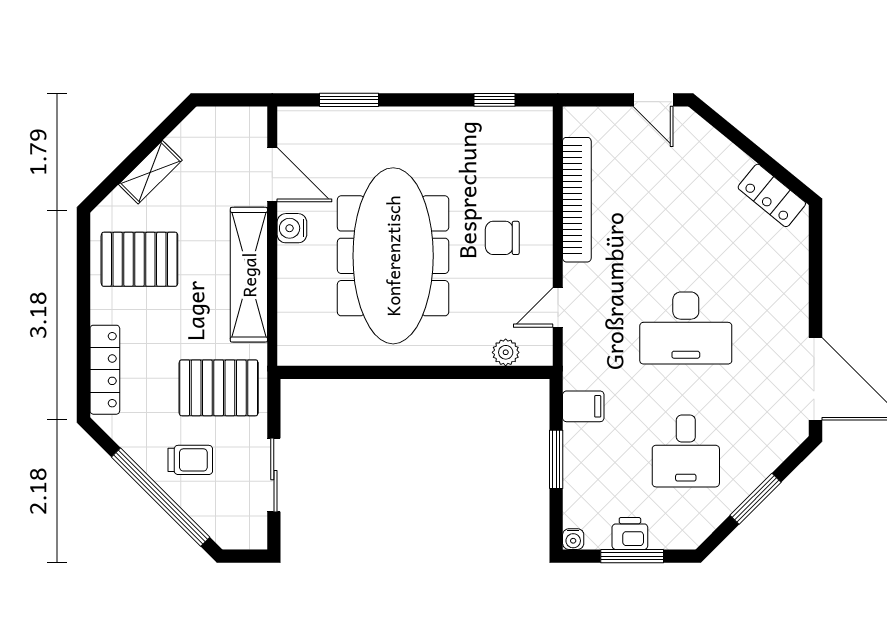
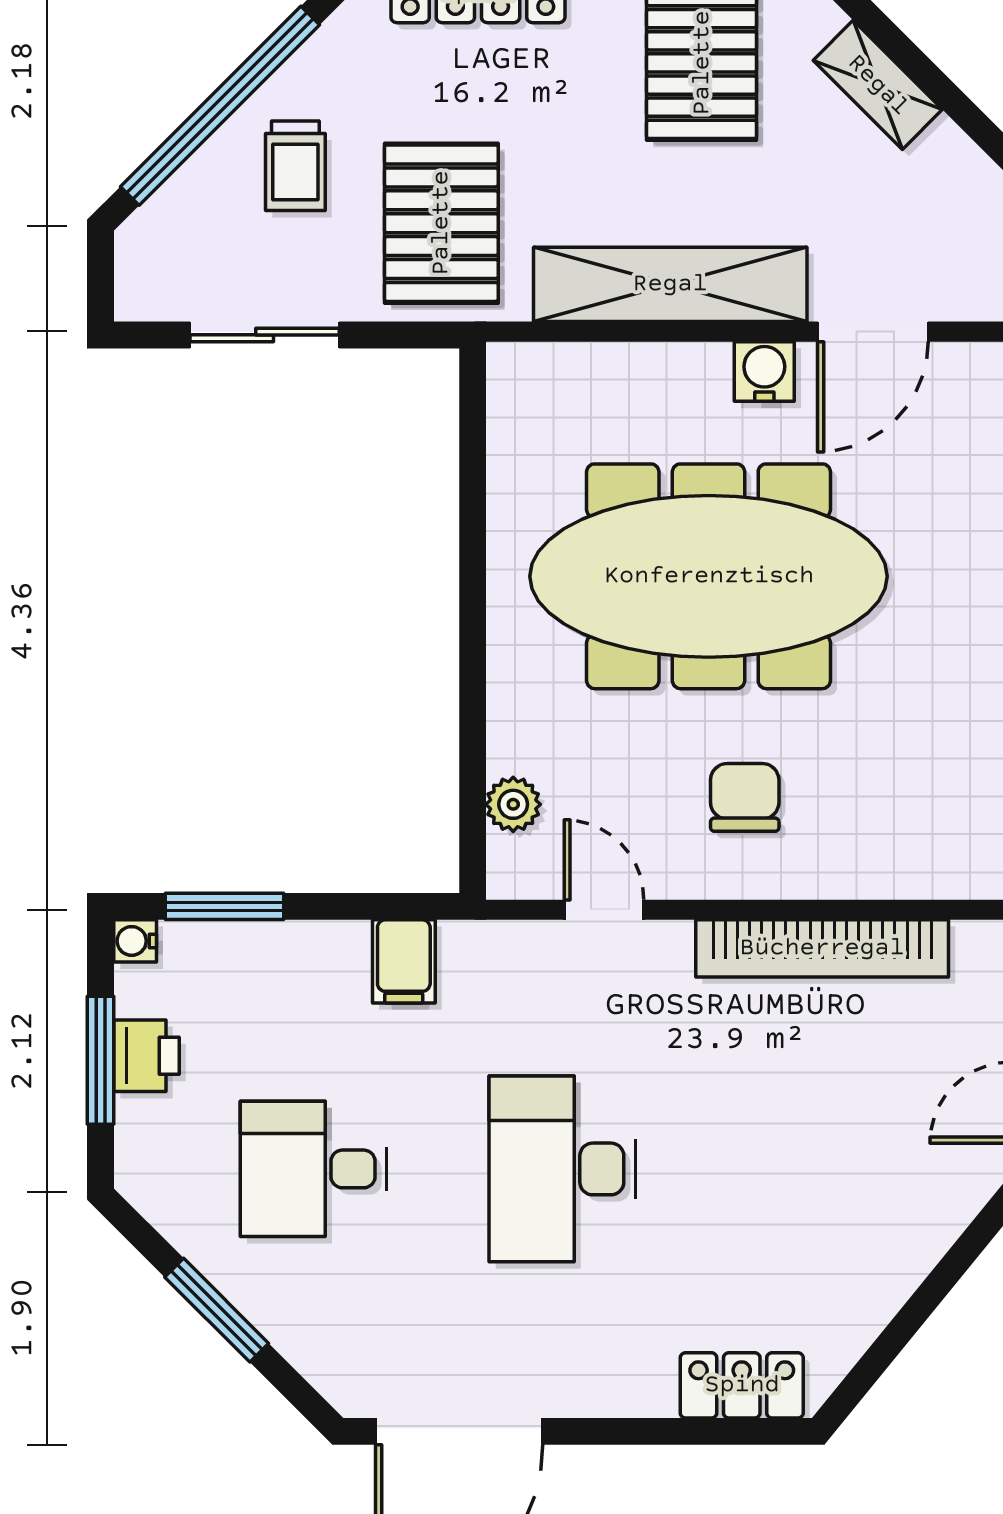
locker: (772, 195) -> (742, 1385), moved, turned 51
window: (556, 459) -> (225, 906), moved

